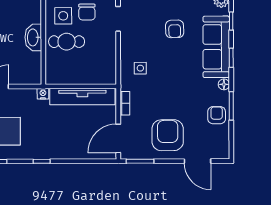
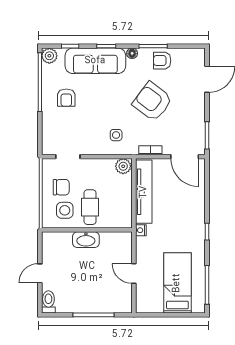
armchair: (175, 29) -> (66, 98), moved, turned 92
plant: (108, 75) -> (123, 166), added
armchair: (168, 135) -> (152, 102), moved, turned 37

